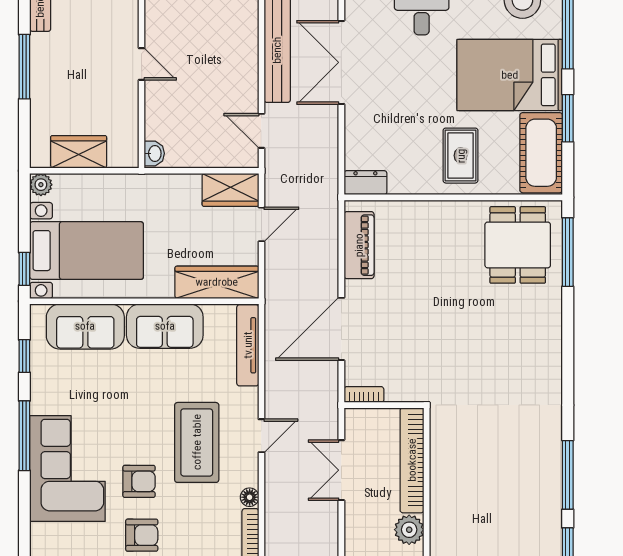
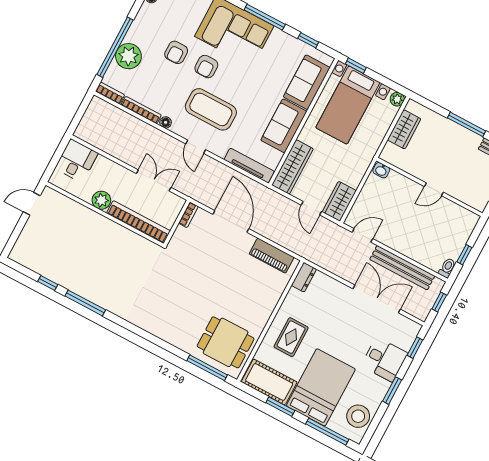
rug: (461, 156) -> (291, 337), turned 90

